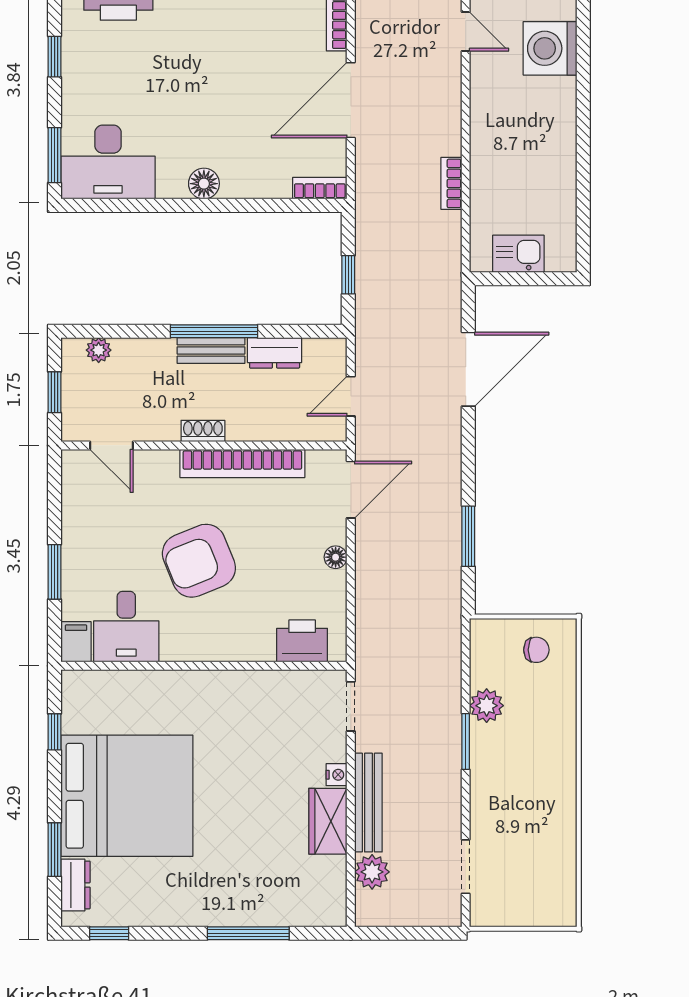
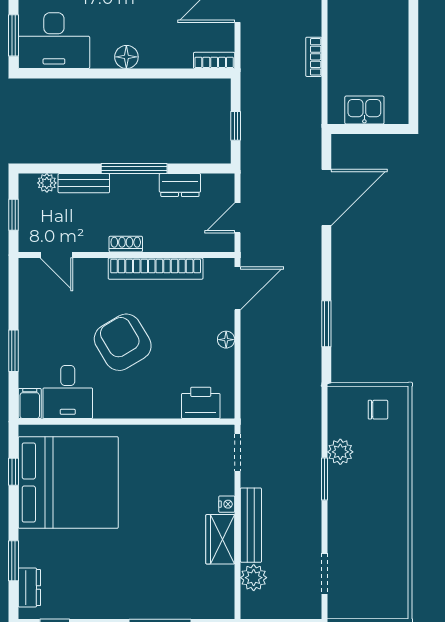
bench: (211, 350) -> (84, 183), moved
armchair: (199, 561) -> (123, 342), turned 81
bed: (127, 796) -> (68, 483), moved

